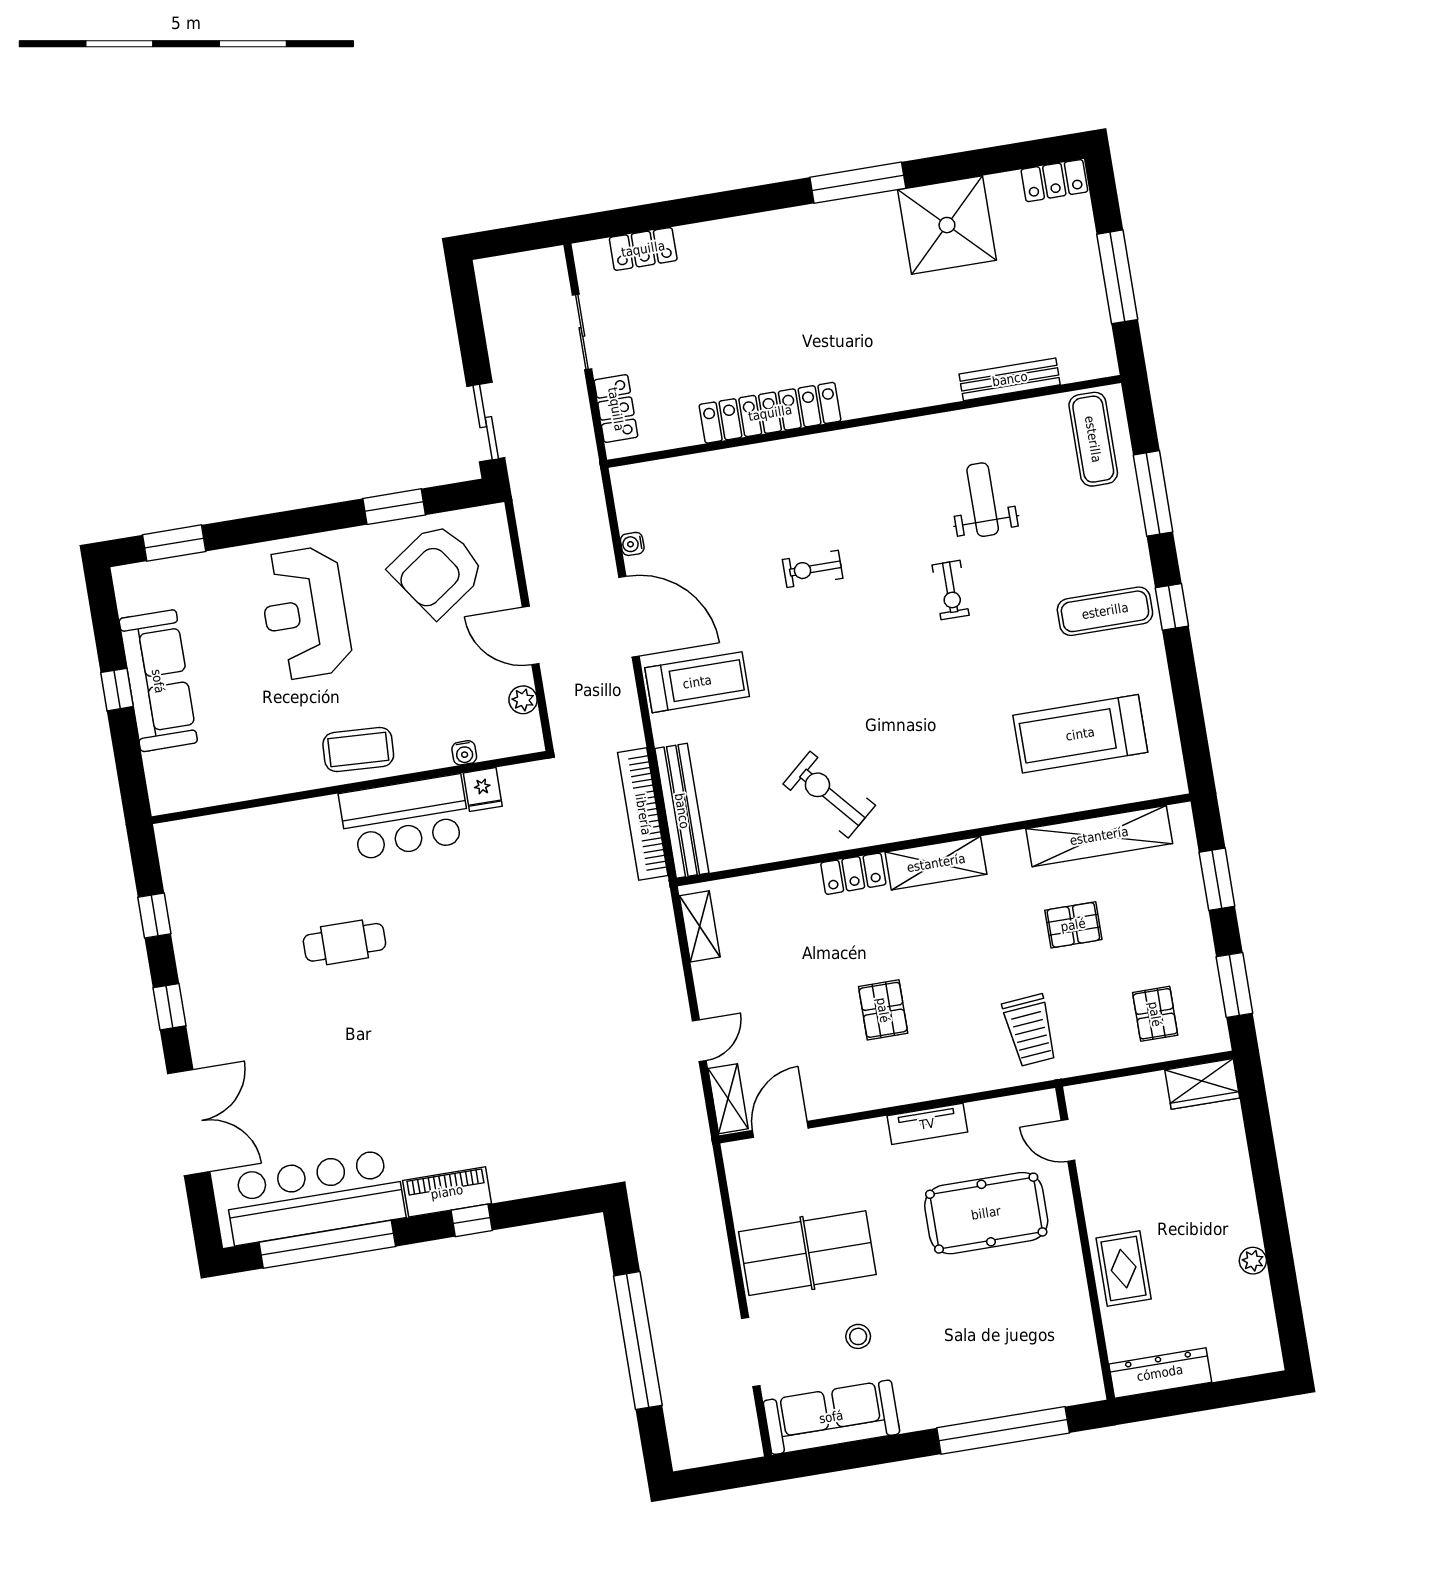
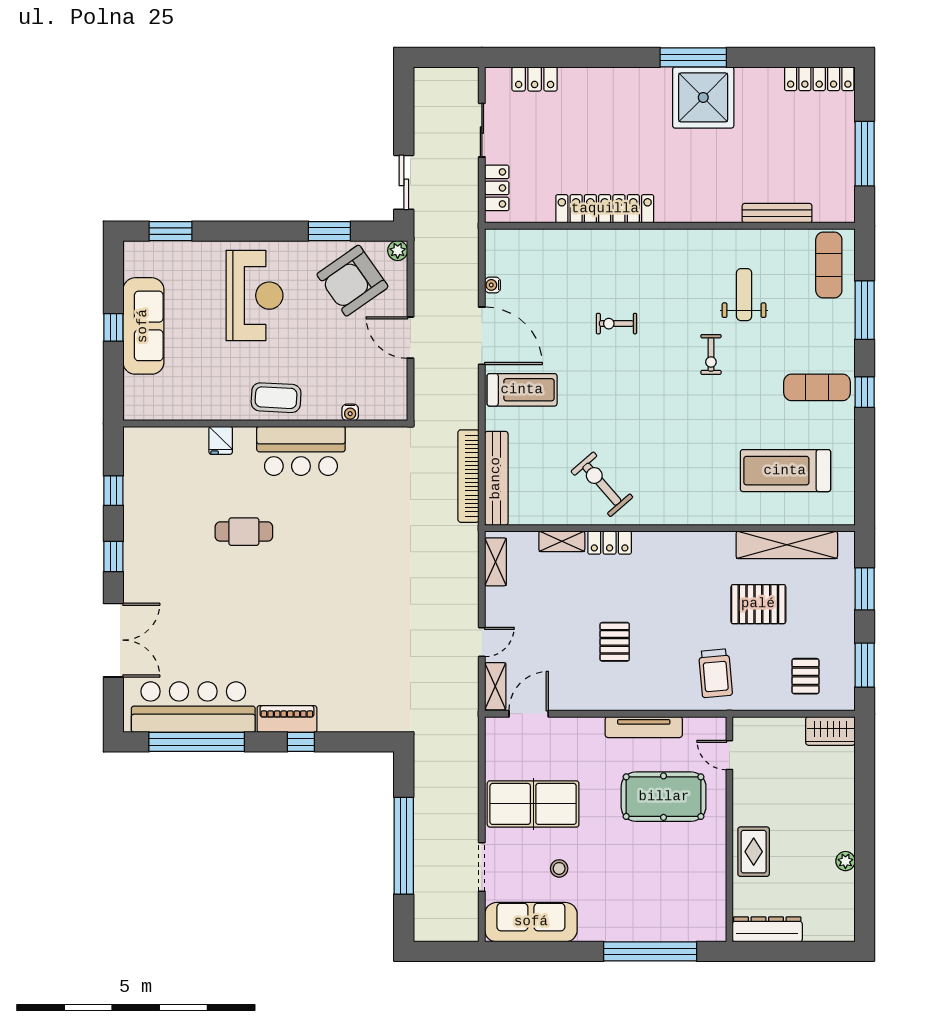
locker: (1054, 181) -> (819, 79), width x1.53
shower: (947, 225) -> (703, 97), moved
reception desk: (305, 613) -> (254, 296), turned 180
plant: (523, 700) -> (398, 251), moved
fridge: (483, 790) -> (221, 440), moved
shelving: (936, 863) -> (562, 541), moved, width x0.67, depth x0.75
pallet: (1073, 925) -> (758, 604), width x1.50, depth x1.42
tv unit: (927, 1124) -> (644, 727), width x1.41

